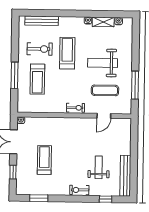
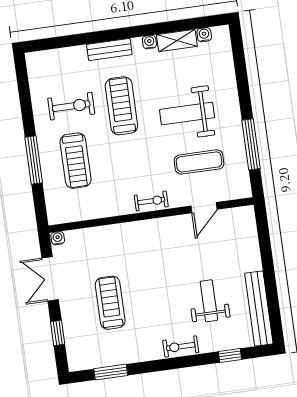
bench: (42, 21) -> (109, 49), moved, width x0.73

